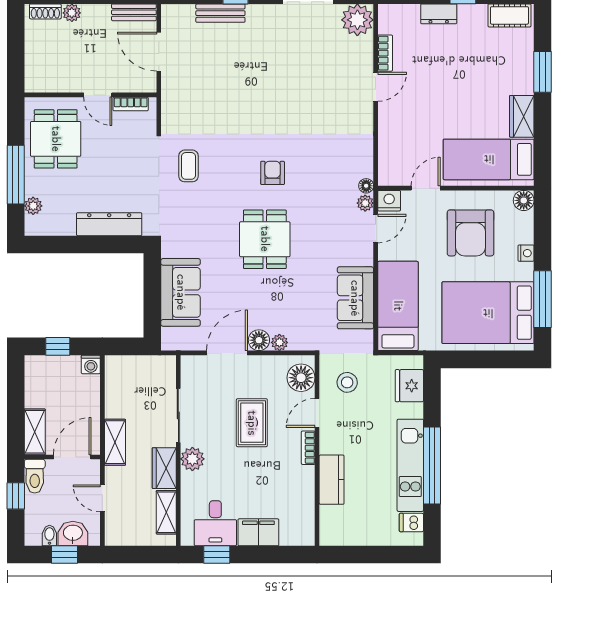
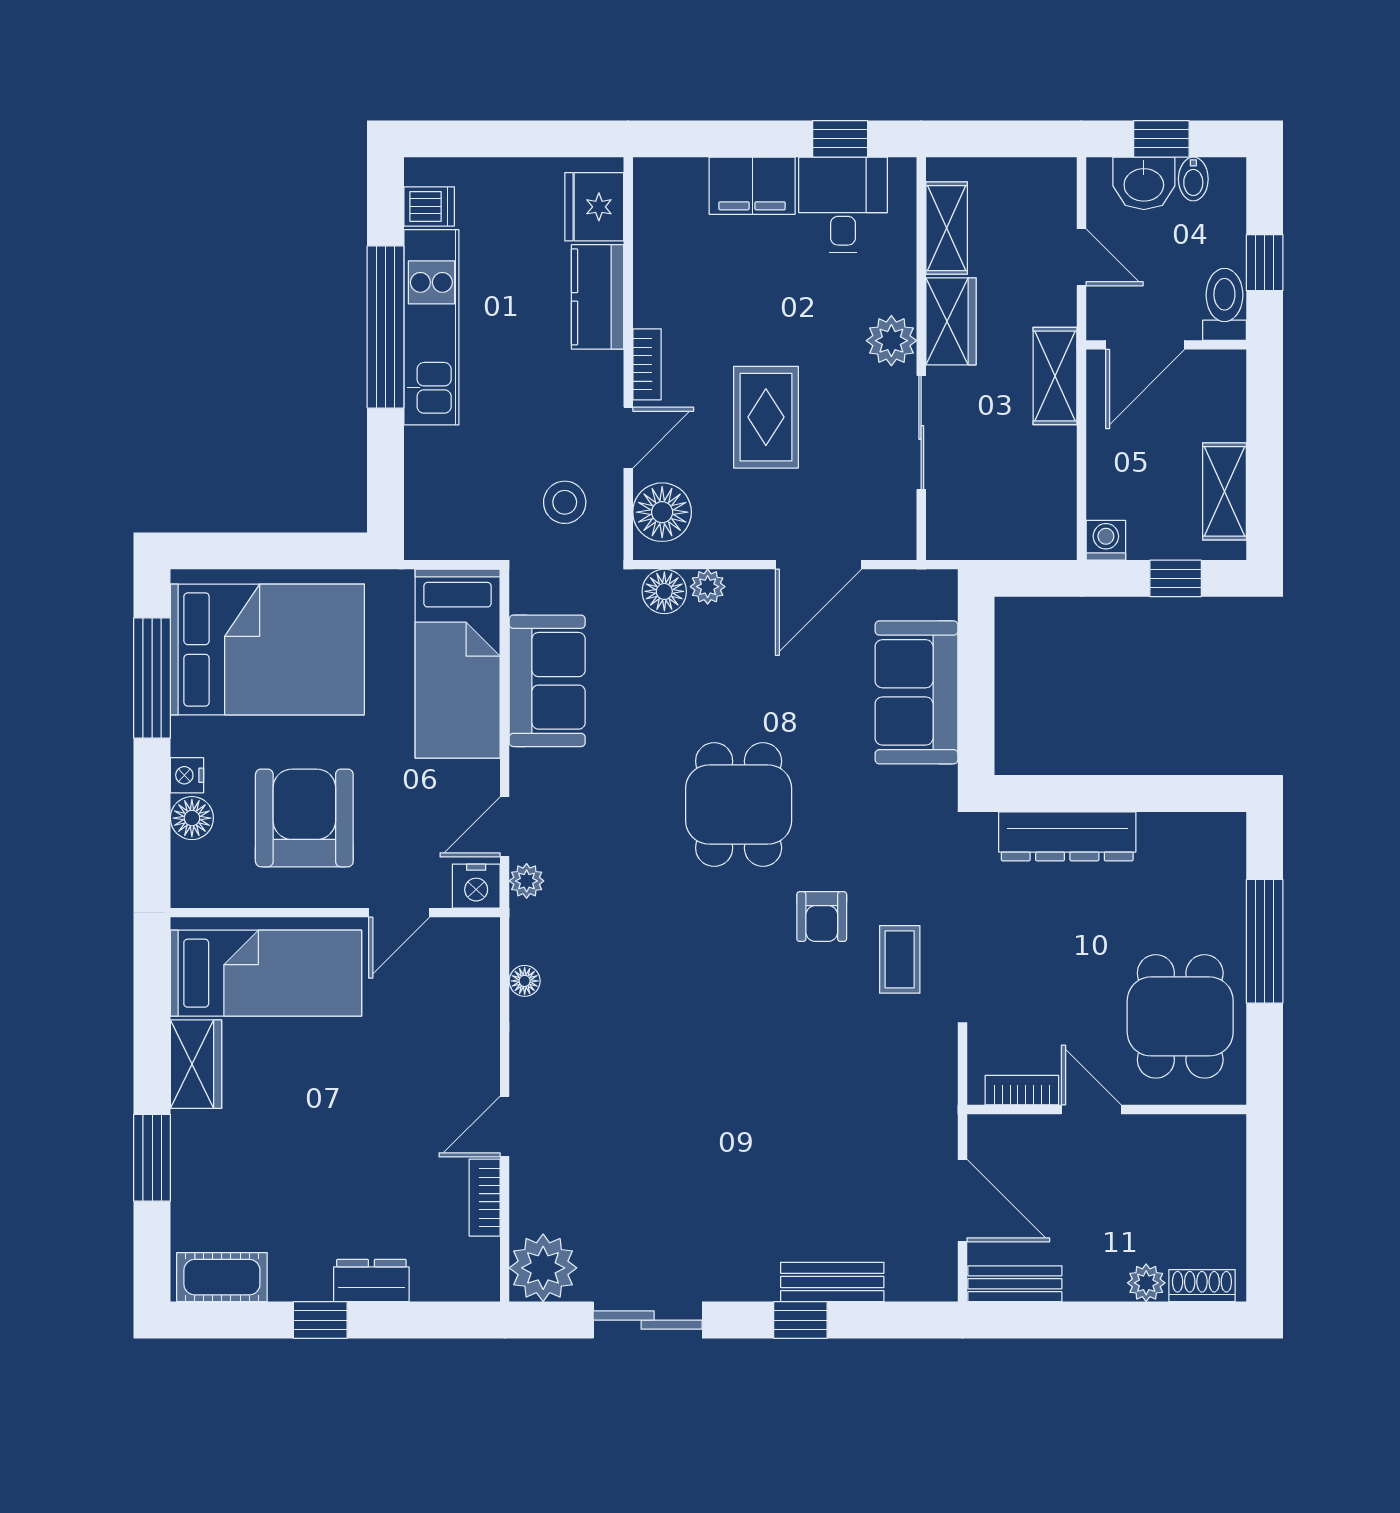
armchair: (273, 173) -> (822, 917), moved
floor lamp: (366, 186) -> (525, 981), moved
floor lamp: (524, 200) -> (192, 818), moved
plant: (33, 206) -> (1228, 875), removed
floor lamp: (259, 340) -> (664, 591), moved
fridge: (409, 386) -> (594, 207), moved, turned 180
shelving: (35, 432) -> (1224, 491), moved

